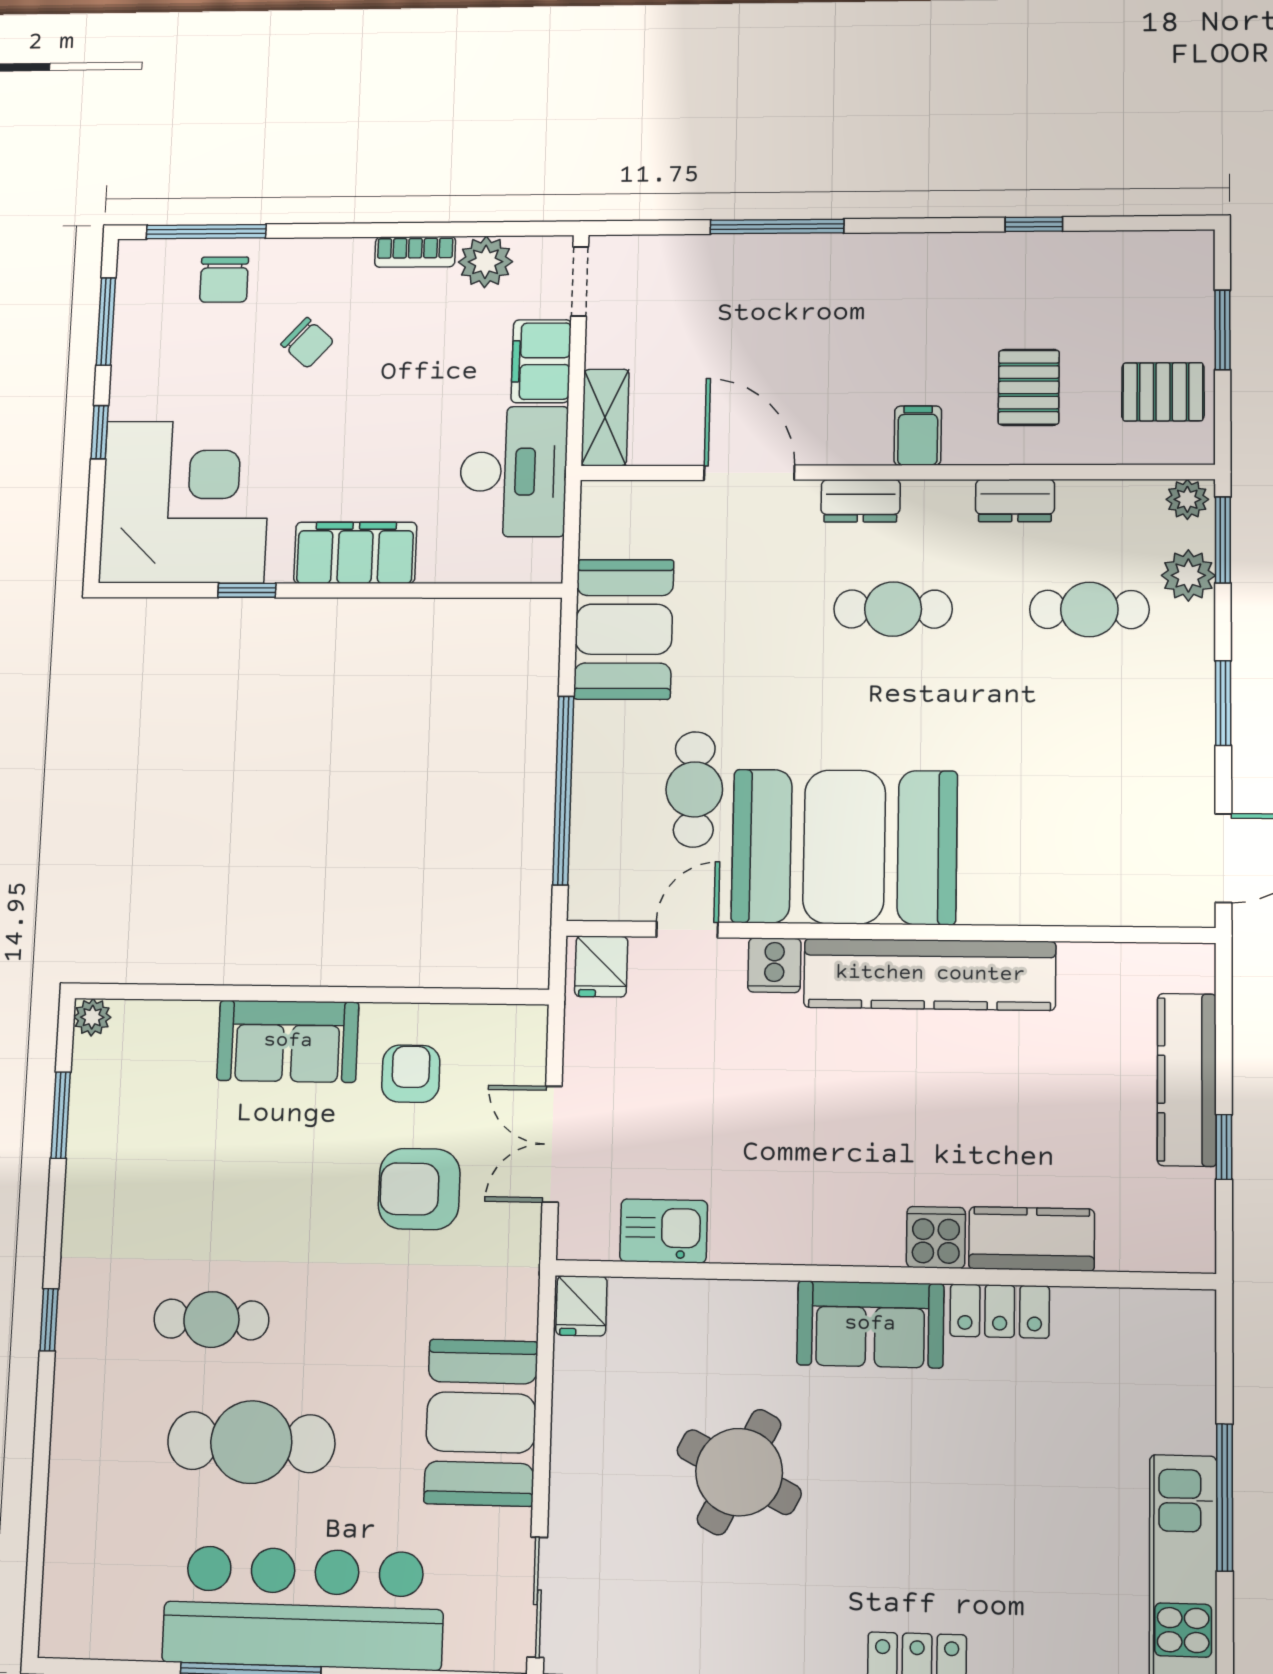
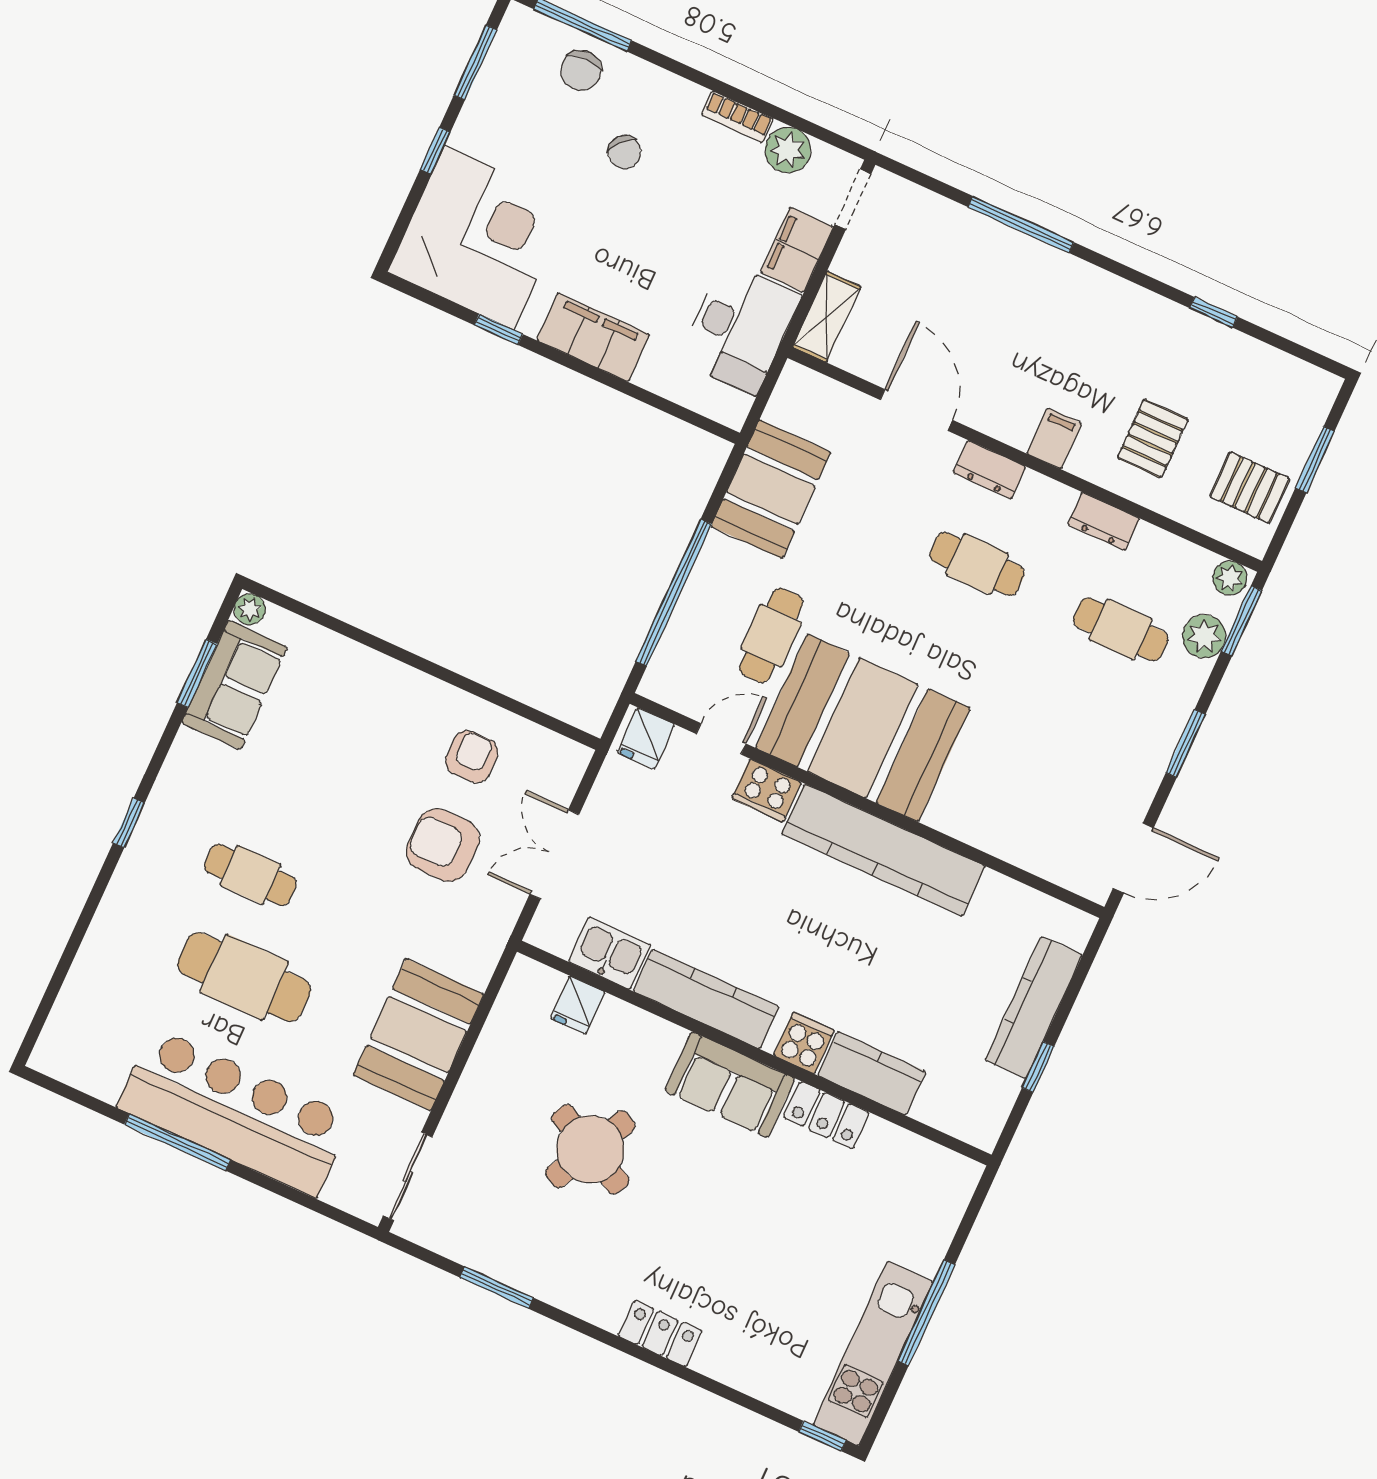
cooker: (774, 965) -> (767, 790), width x1.36
sofa: (288, 1041) -> (234, 685), moved, turned -90
kitchen counter: (799, 1236) -> (706, 999), added
fridge: (581, 1306) -> (578, 1005), moved

